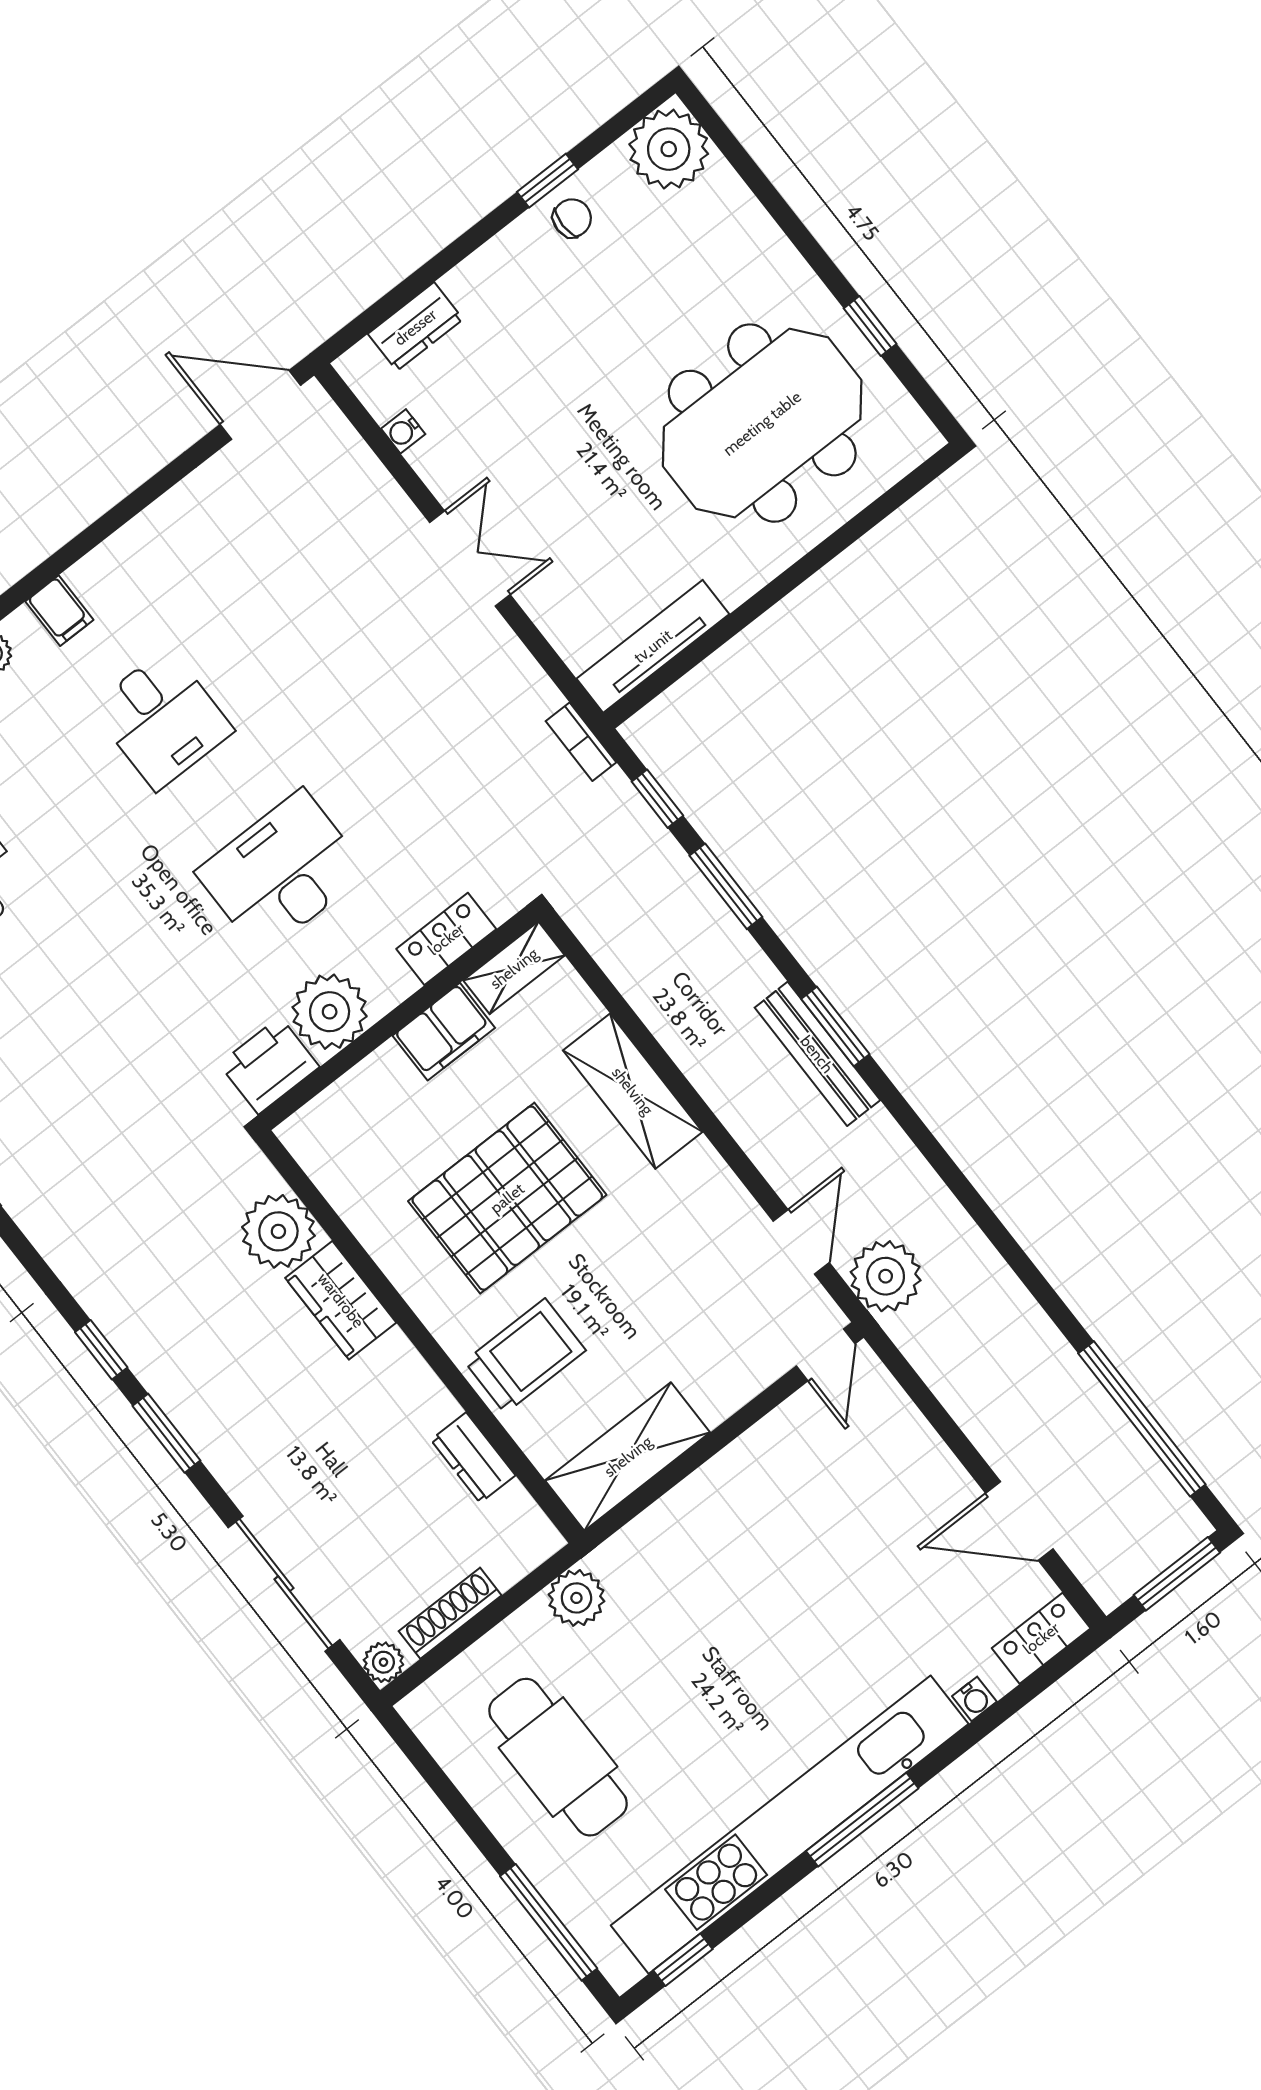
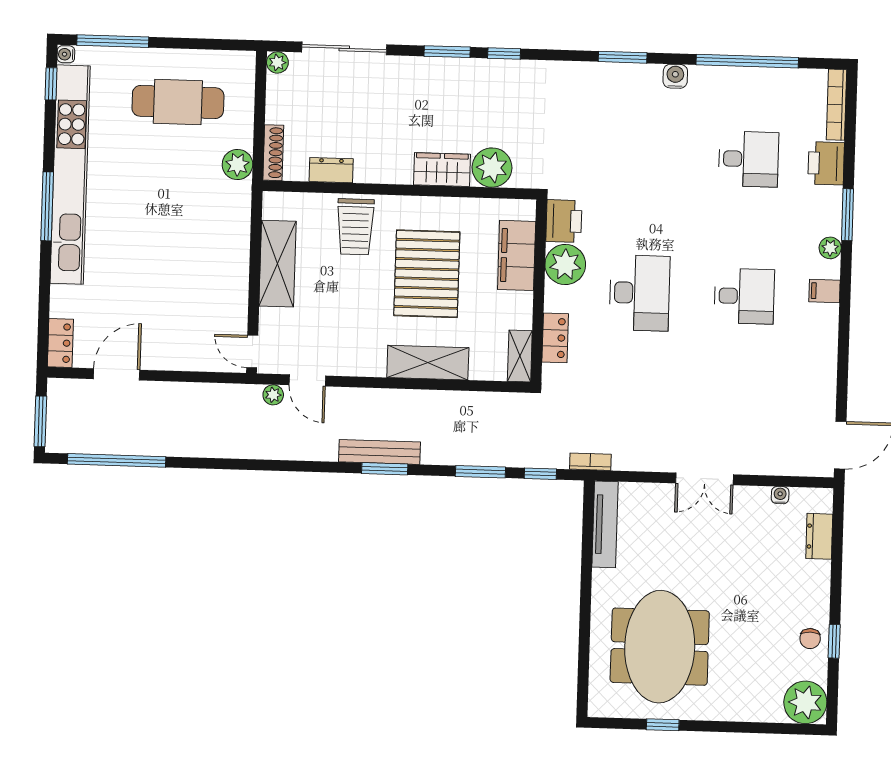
desk: (162, 719) -> (744, 296), turned 180
filing cabinet: (444, 1032) -> (517, 255), moved, width x1.50, depth x1.17
plant: (886, 1276) -> (273, 395), width x0.53, depth x0.53
shelving: (628, 1456) -> (277, 264), moved
shoe rack: (450, 1613) -> (273, 153), moved
water cooler: (974, 1699) -> (66, 54), moved

